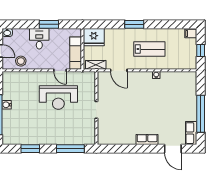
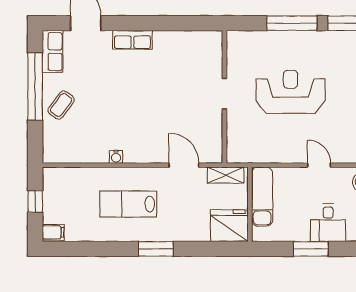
door: (60, 70) -> (319, 165), moved
reception desk: (58, 98) -> (291, 92), moved
coffee table: (186, 104) -> (61, 105), added
window: (70, 149) -> (292, 23), moved

